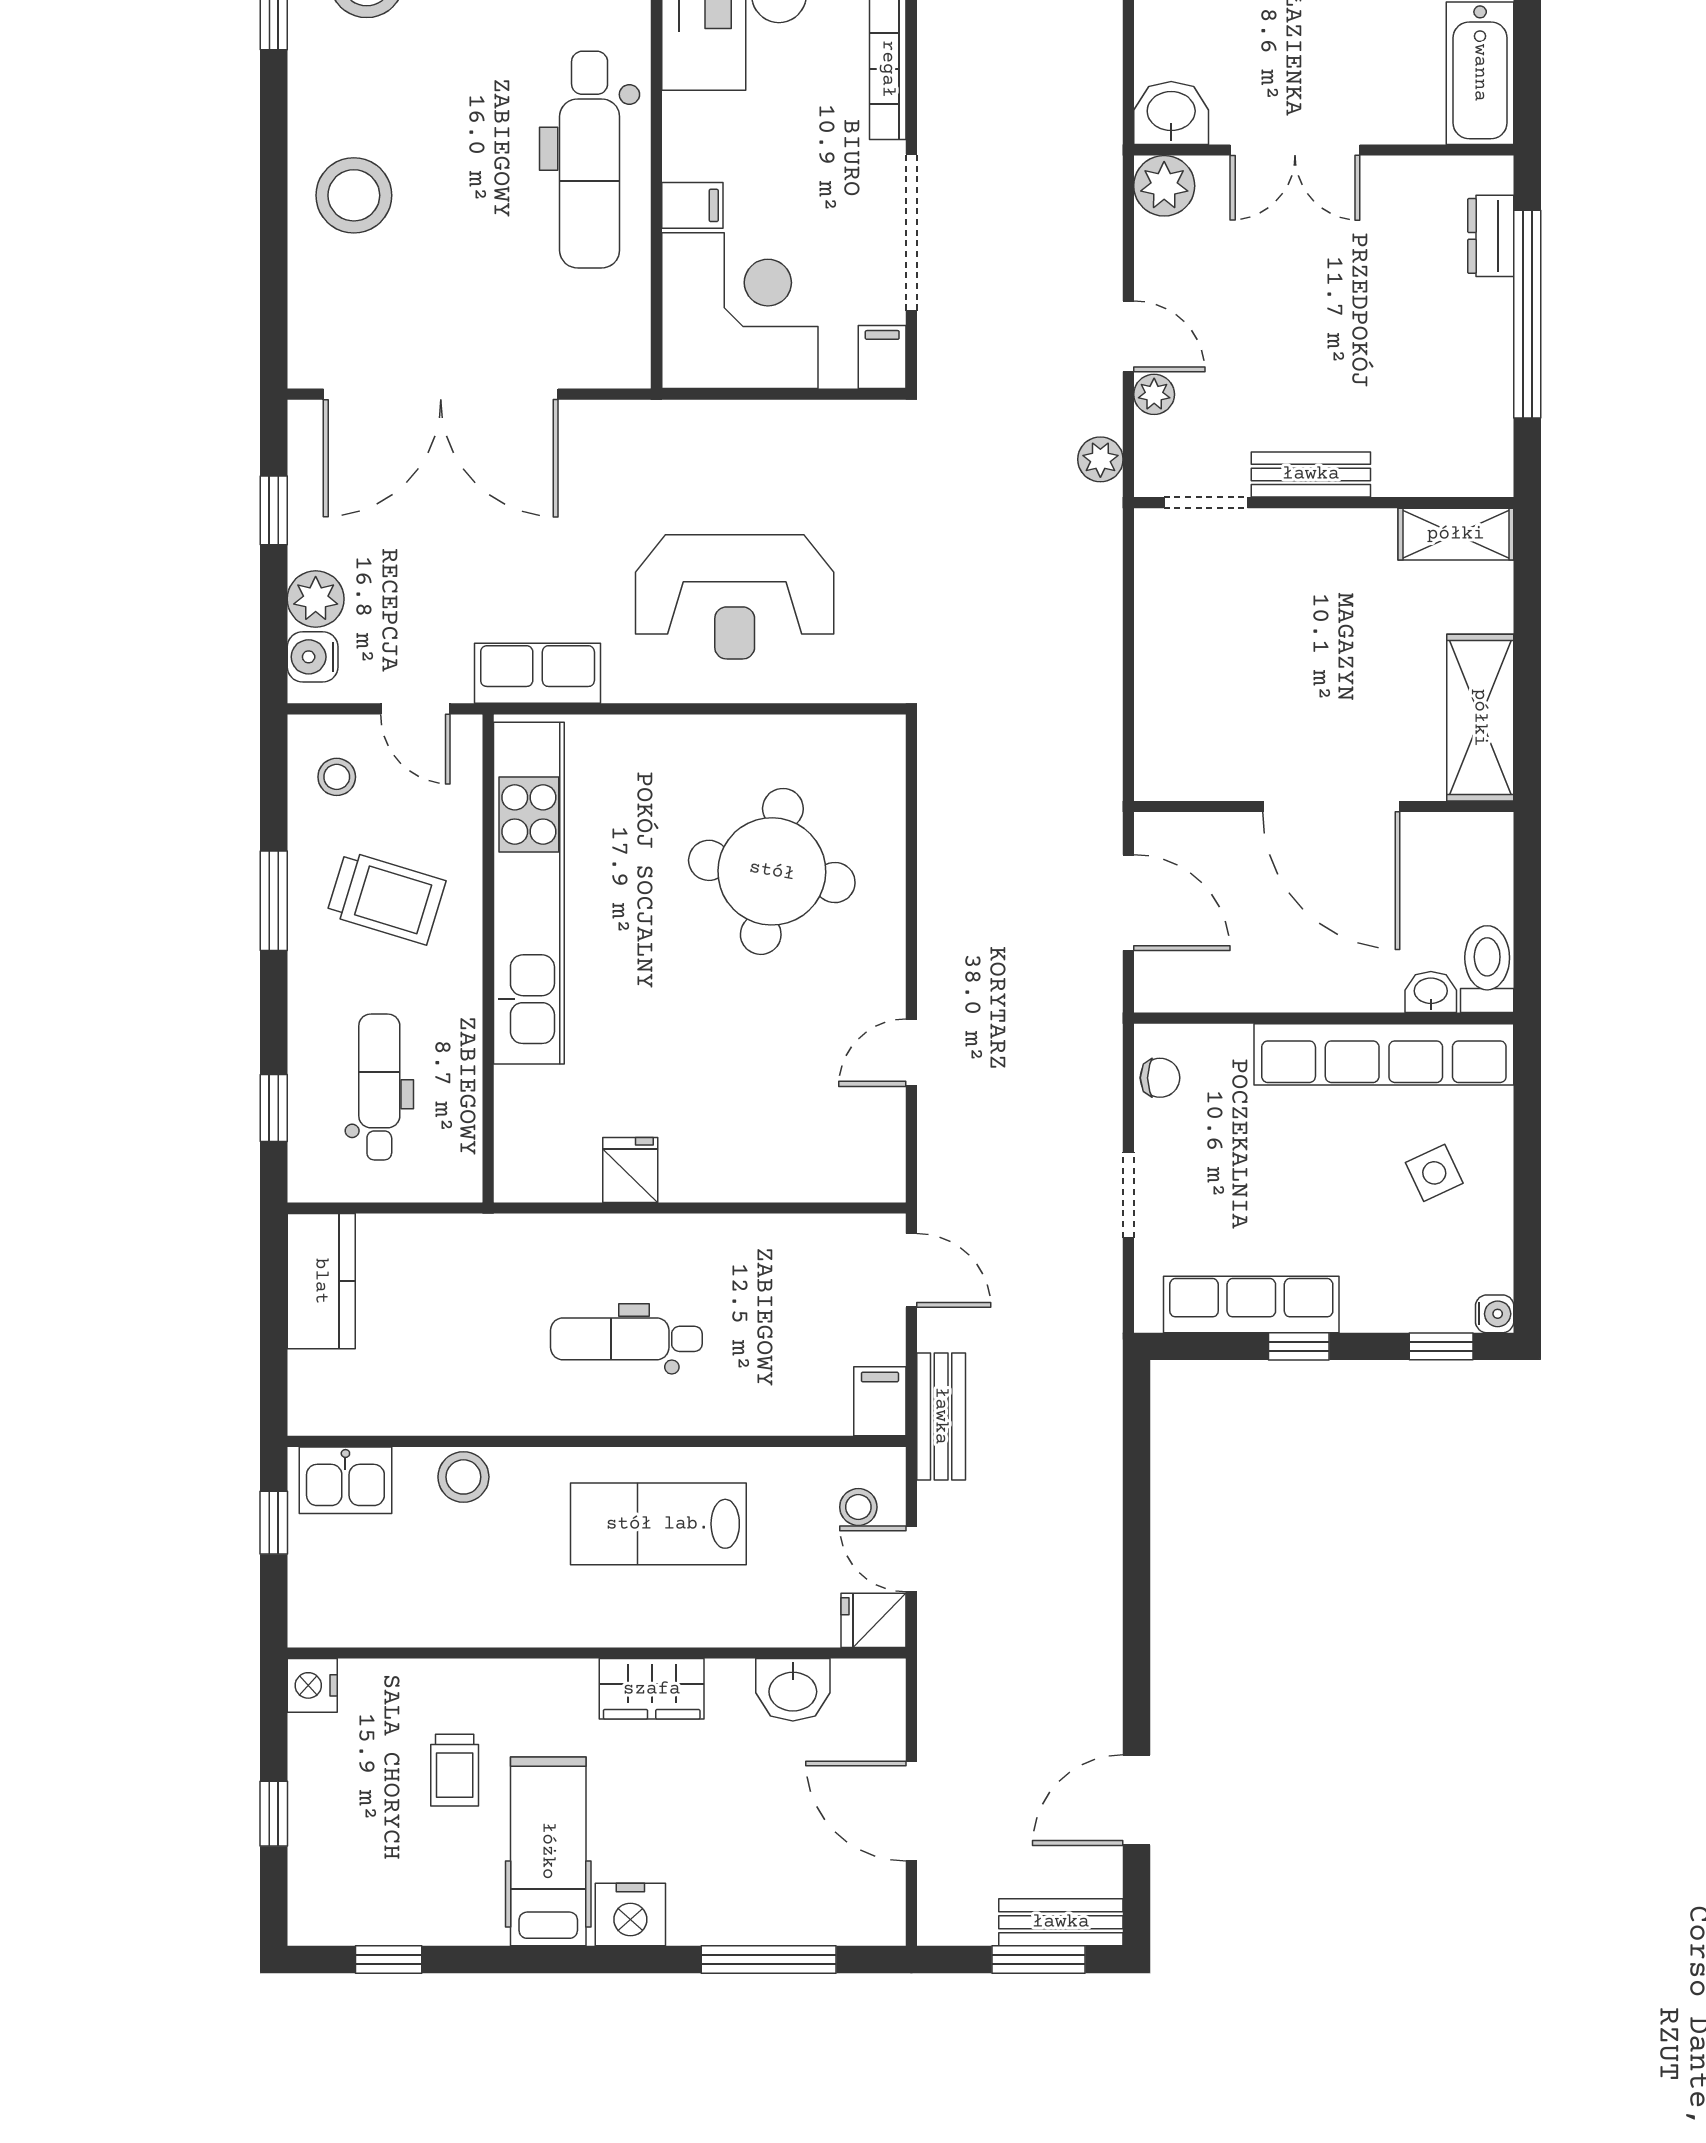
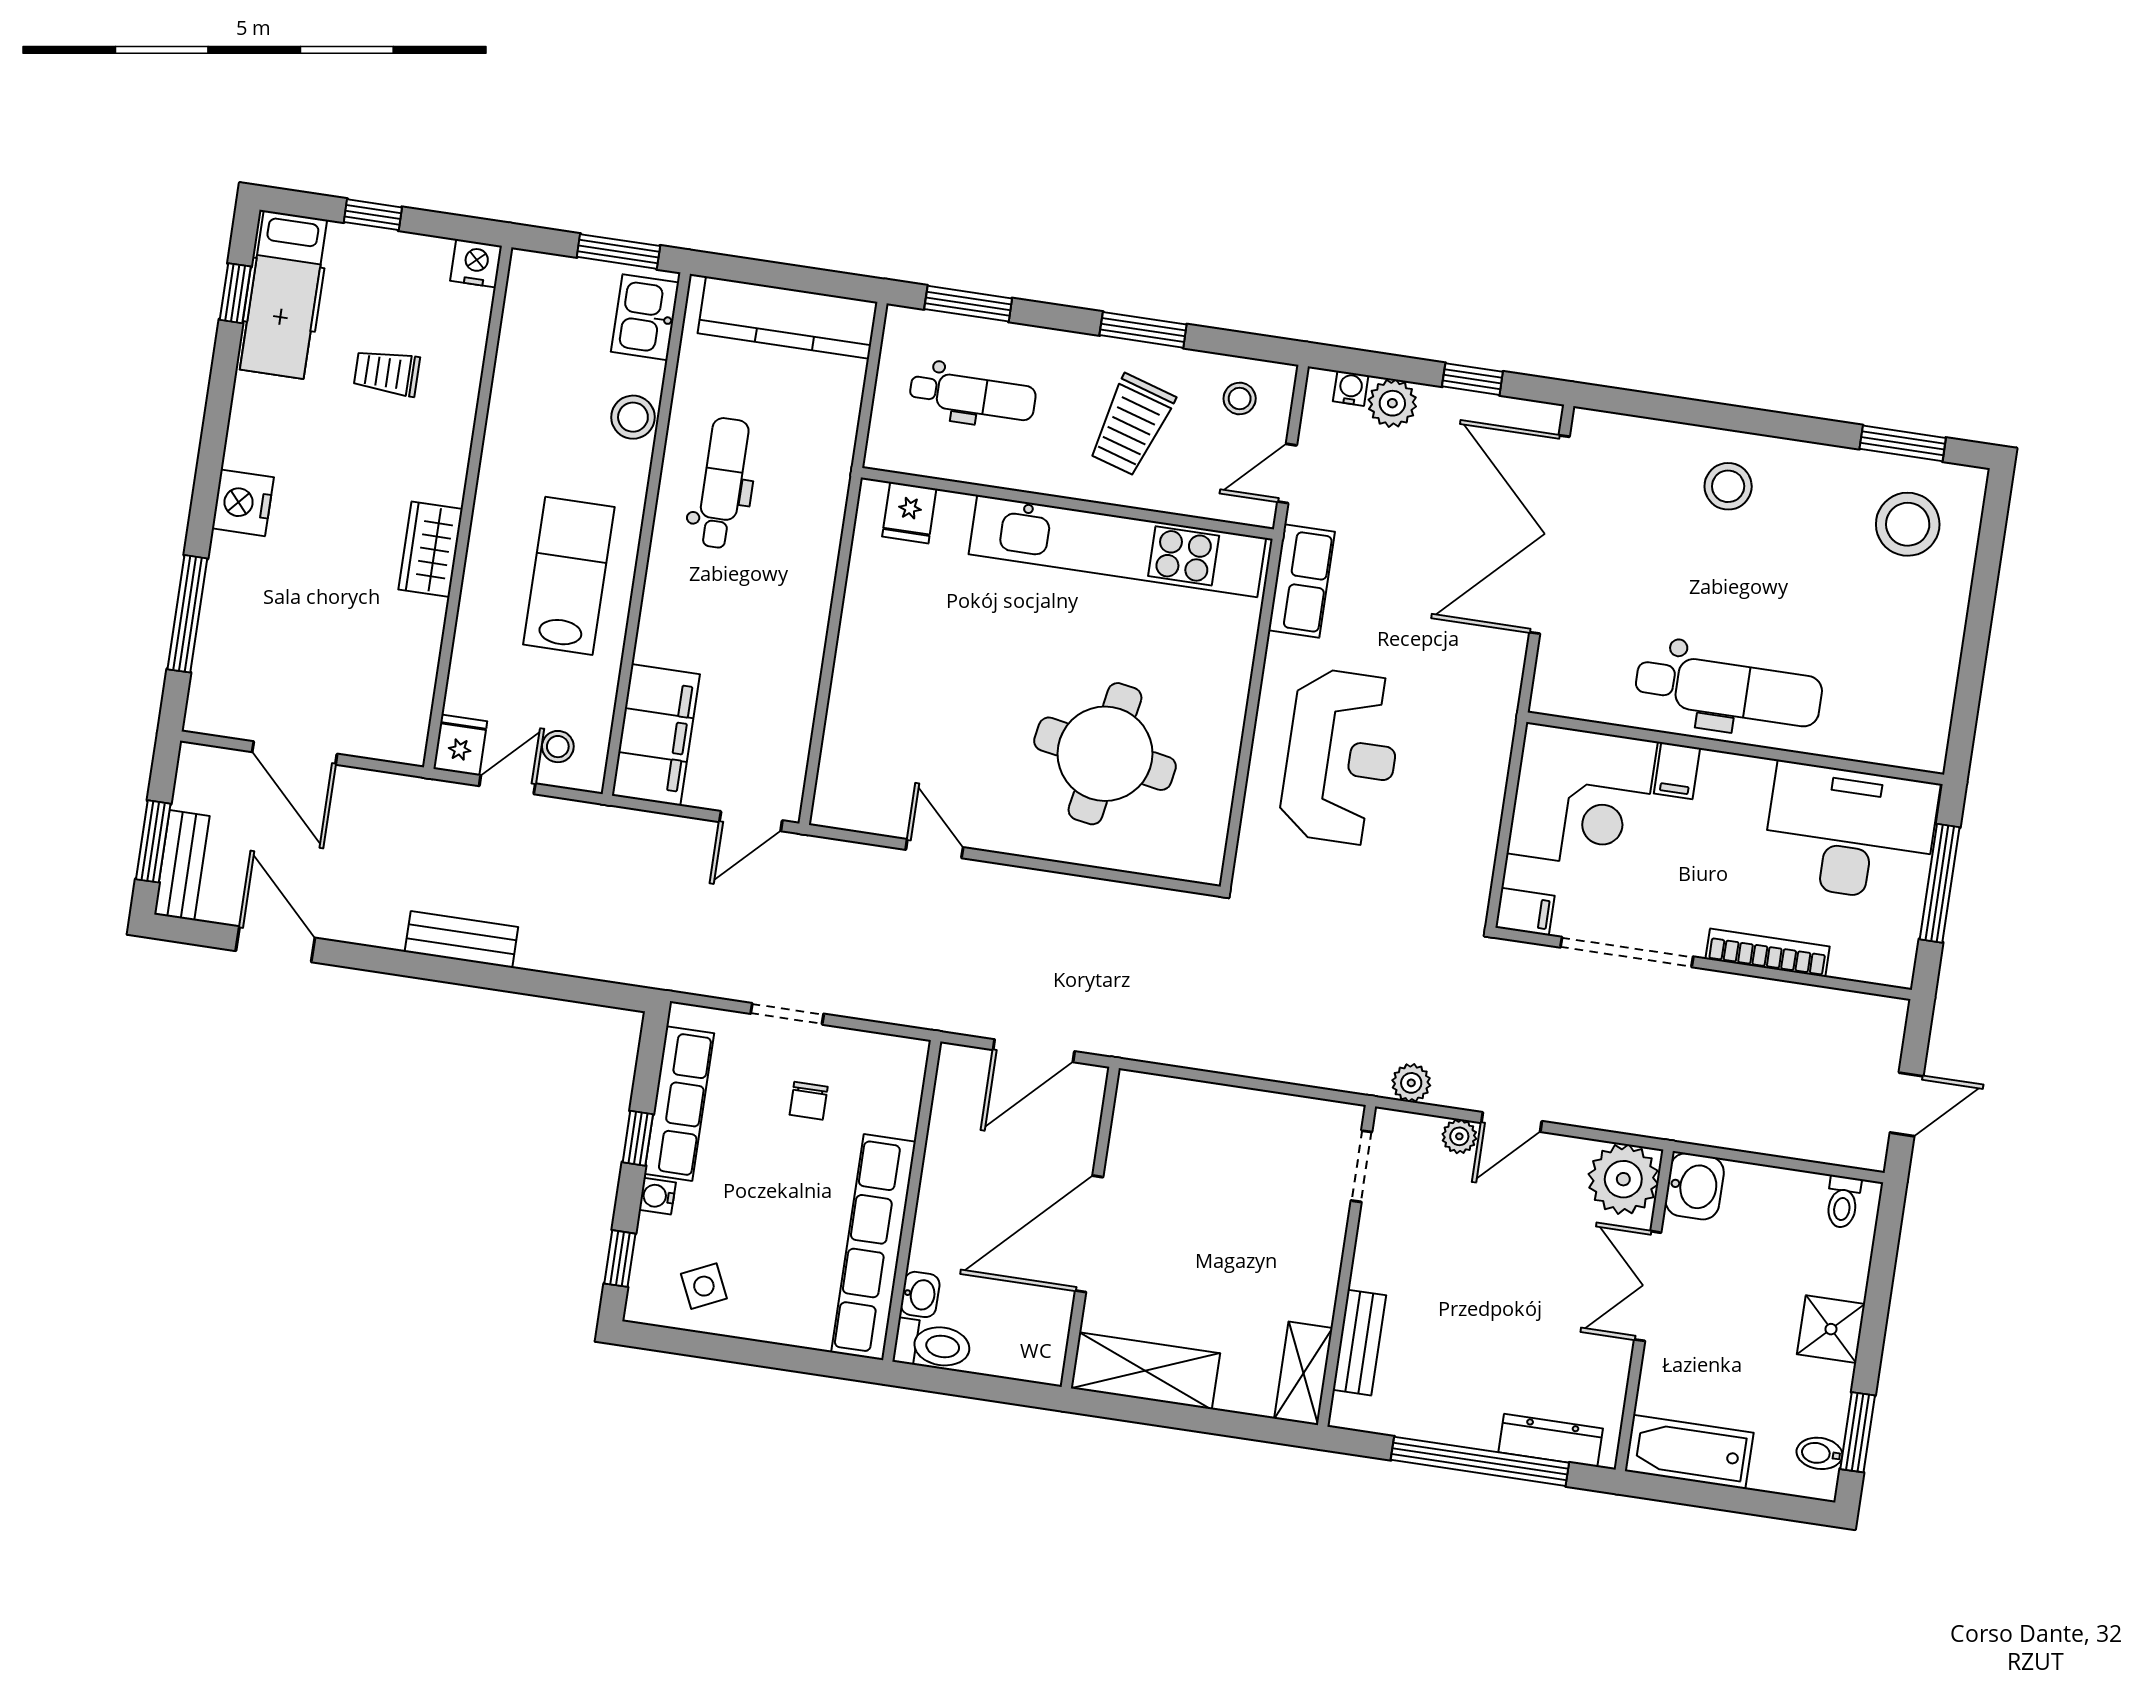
dental chair: (590, 160) -> (1729, 690), turned 180
plant: (1164, 186) -> (1623, 1179), width x1.36, depth x1.36
stool: (354, 195) -> (1728, 486), width x0.73, depth x0.73
dresser: (1491, 236) -> (1551, 1440), width x1.44
bench: (1311, 474) -> (1359, 1343), moved
reception desk: (735, 597) -> (1341, 757), turned 180
water cooler: (313, 657) -> (1351, 388), width x0.72, depth x0.72
chair: (1160, 1078) -> (809, 1101), moved
window: (274, 1108) -> (968, 304), width x1.50
fridge: (630, 1170) -> (909, 513), moved, turned 90
side table: (1434, 1173) -> (704, 1286), moved
kitchen counter: (321, 1281) -> (788, 318), width x1.50
water cooler: (1495, 1314) -> (657, 1196), moved, turned 90
dental chair: (626, 1339) -> (723, 483), moved
filing cabinet: (880, 1401) -> (656, 735), width x3.00, depth x1.17
bench: (941, 1416) -> (461, 939), moved
window: (274, 1523) -> (618, 251), width x1.50
washbasin: (793, 1690) -> (412, 668), removed
door: (911, 1811) -> (295, 753), swing flipped
hospital bed: (548, 1851) -> (284, 295), moved, turned 90

